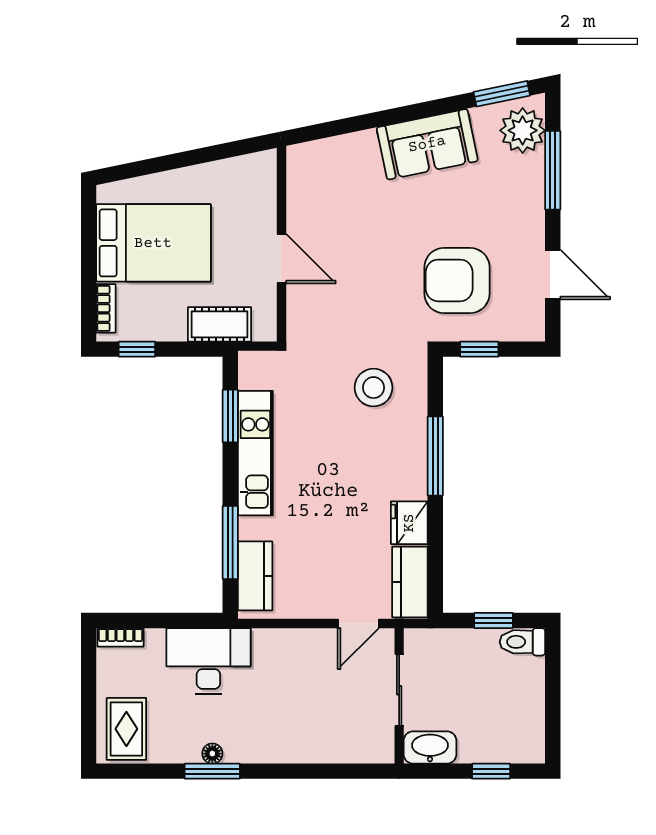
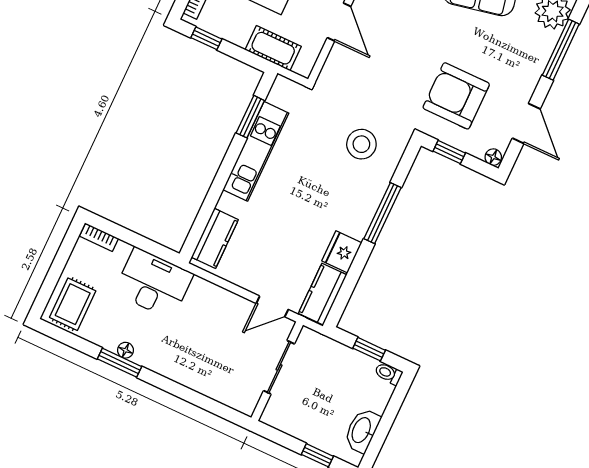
floor lamp: (533, 331) -> (493, 157), added
window: (230, 543) -> (208, 206), removed
toilet: (522, 642) -> (388, 373), width x0.73, depth x0.72
washbasin: (430, 747) -> (362, 430), moved, turned -90

